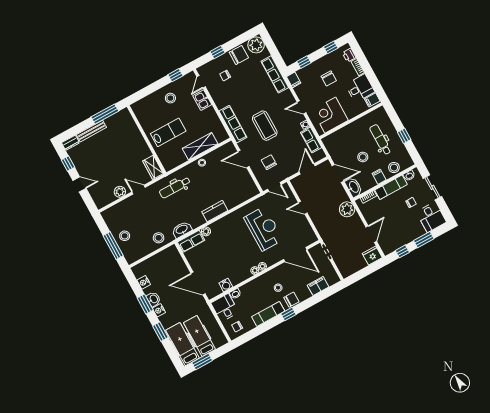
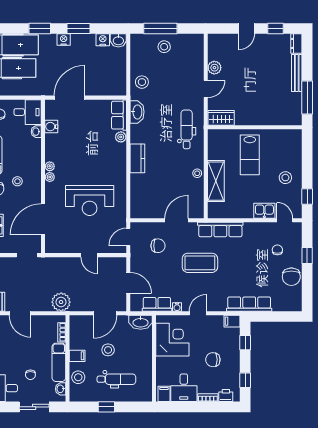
plant: (256, 45) -> (292, 301), removed
washbasin: (354, 187) -> (141, 322), moved
door: (303, 208) -> (89, 255), swing flipped
washbasin: (153, 299) -> (118, 40), moved

